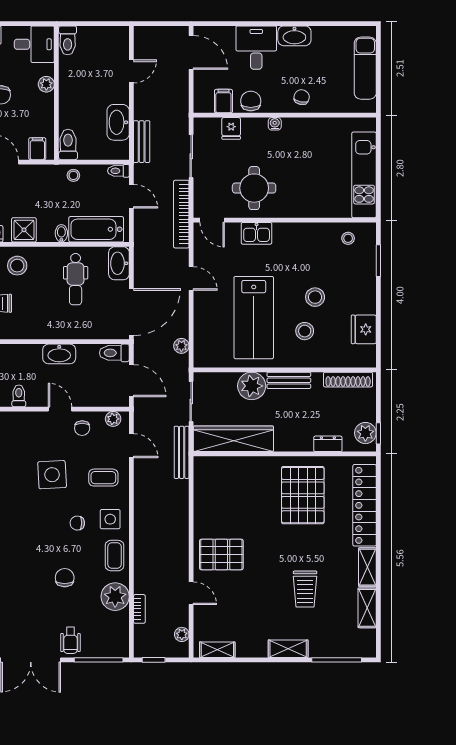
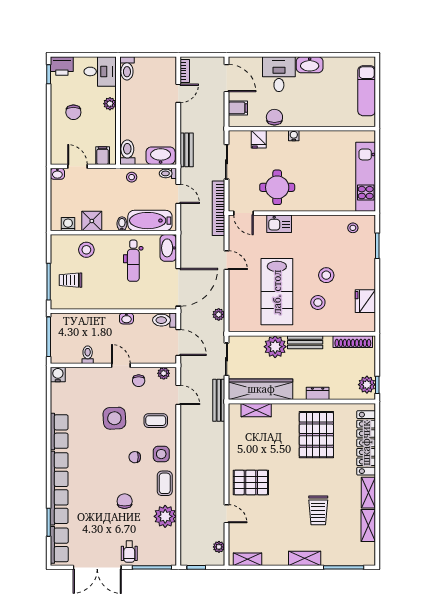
chair: (302, 97) -> (315, 114), removed
filing cabinet: (223, 101) -> (238, 108), moved, turned 90
washbasin: (118, 122) -> (161, 156), moved, turned 90
washbasin: (59, 354) -> (126, 318), width x0.52, depth x0.69
dresser: (328, 444) -> (318, 393), moved
shelving: (228, 465) -> (256, 410), added
bookcase: (139, 609) -> (185, 71), moved

